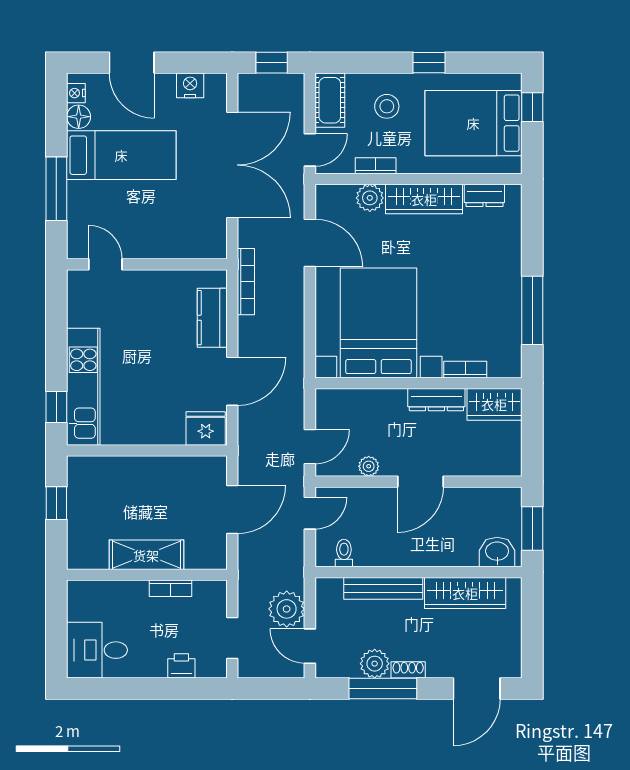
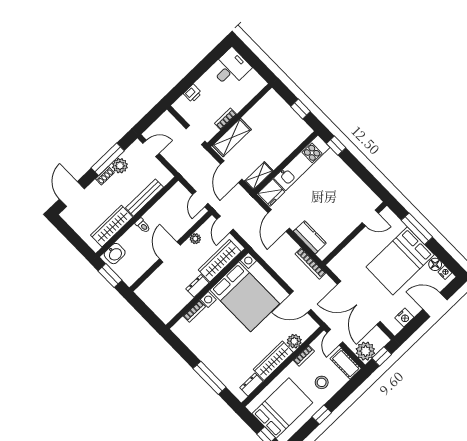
bed: (121, 155) -> (400, 261), width x1.50
window: (532, 310) -> (210, 378), moved
kitchen unit: (83, 387) -> (302, 163), moved, turned -90
dresser: (436, 400) -> (197, 286), width x0.70
wardrobe: (494, 404) -> (220, 261), moved, width x1.50
shelving: (201, 468) -> (259, 176), added
toilet: (344, 553) -> (143, 225), moved
shelving: (146, 555) -> (232, 138), moved
plant: (287, 609) -> (365, 351), moved
doorway: (232, 638) -> (196, 135), moved

